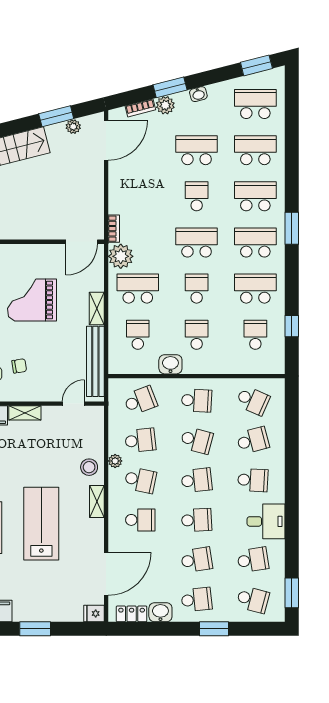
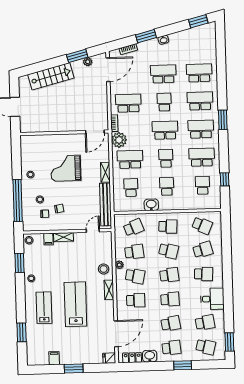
school desk: (255, 104) -> (128, 103), moved
plant: (165, 105) -> (143, 47), removed

